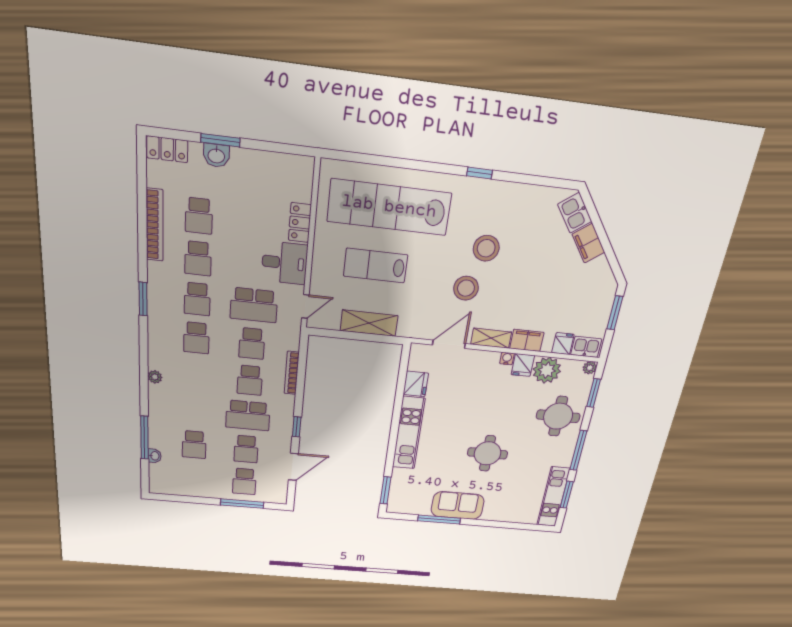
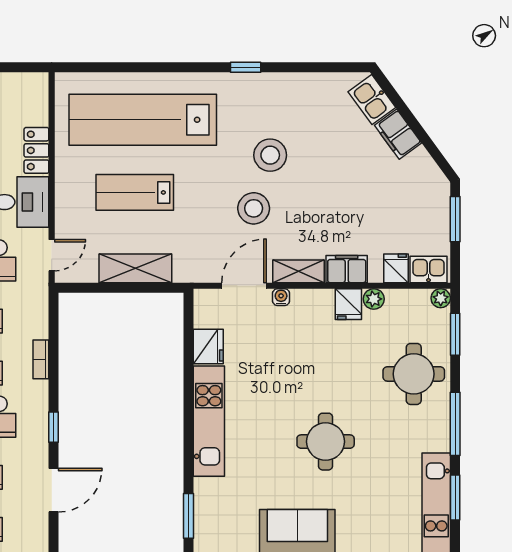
water cooler: (507, 358) -> (281, 297), moved
plant: (547, 370) -> (374, 299), width x0.53, depth x0.53
bookcase: (292, 373) -> (41, 359), width x0.64

